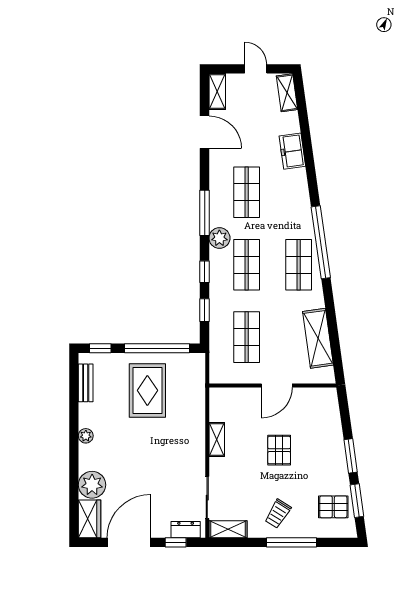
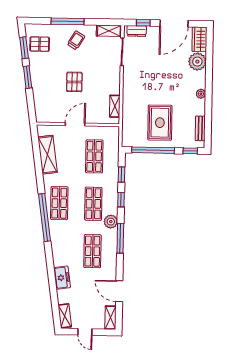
shelving: (217, 440) -> (115, 106), moved

